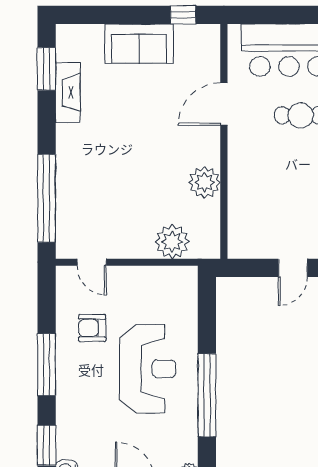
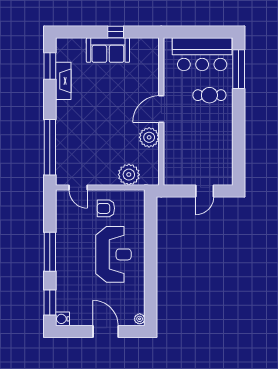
window: (183, 15) -> (116, 32), moved
door: (224, 104) -> (161, 109), moved
armchair: (92, 328) -> (106, 208), moved
window: (207, 395) -> (151, 271), removed

